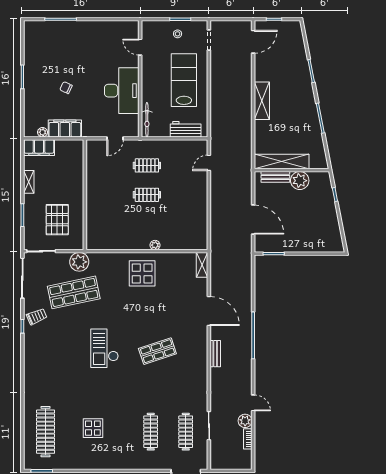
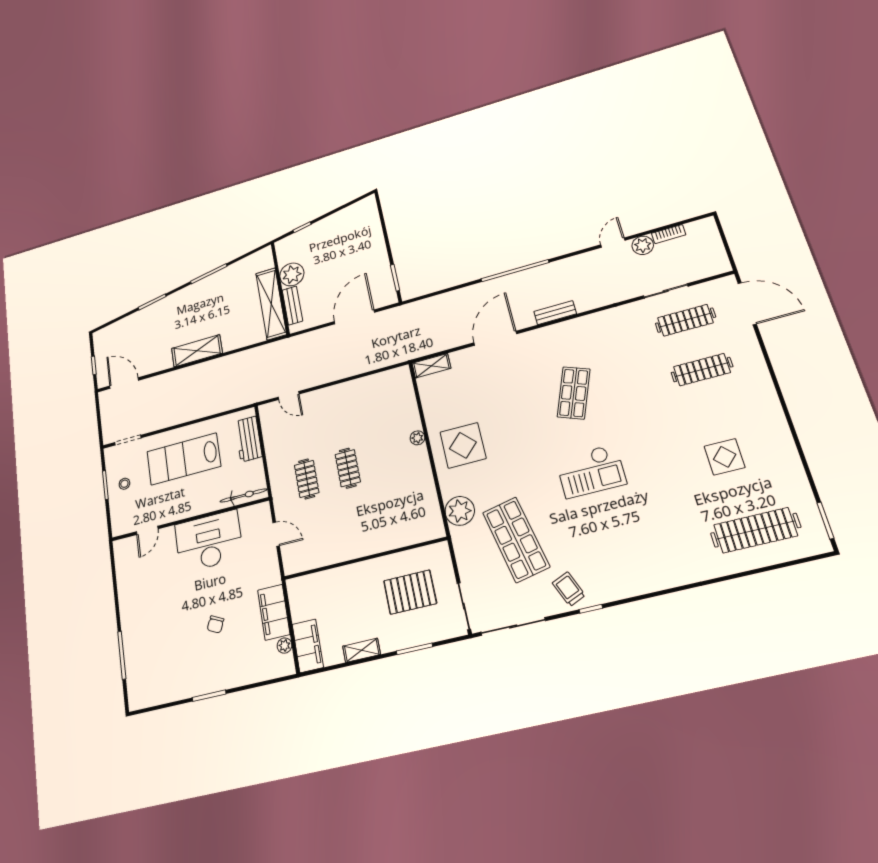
plant: (79, 262) -> (460, 511), moved
shop shelf: (157, 351) -> (574, 393), turned 39

